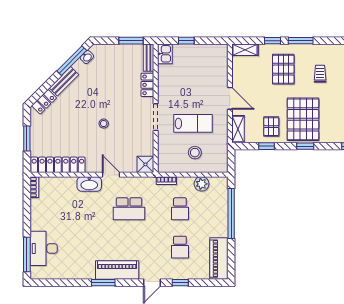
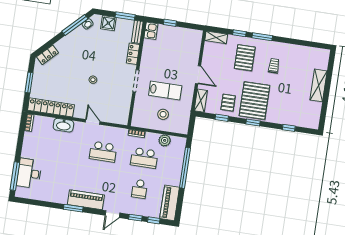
bench: (64, 81) -> (66, 41), removed
shower: (145, 164) -> (108, 23), moved
washbasin: (89, 184) -> (63, 125), moved
school desk: (180, 209) -> (144, 158), width x1.85
window: (203, 283) -> (154, 220), added

